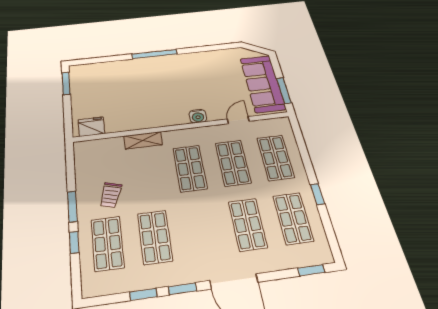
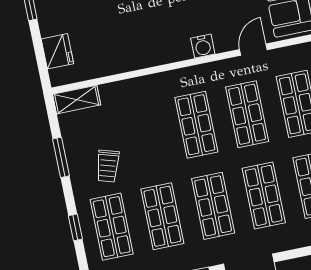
fridge: (91, 127) -> (57, 51), moved, turned 90
shelving: (143, 140) -> (77, 100), moved
window: (72, 206) -> (61, 157), moved
shop shelf: (202, 231) -> (213, 206), added

